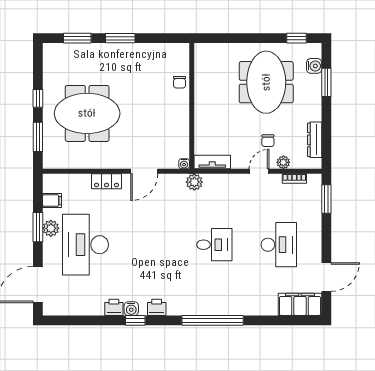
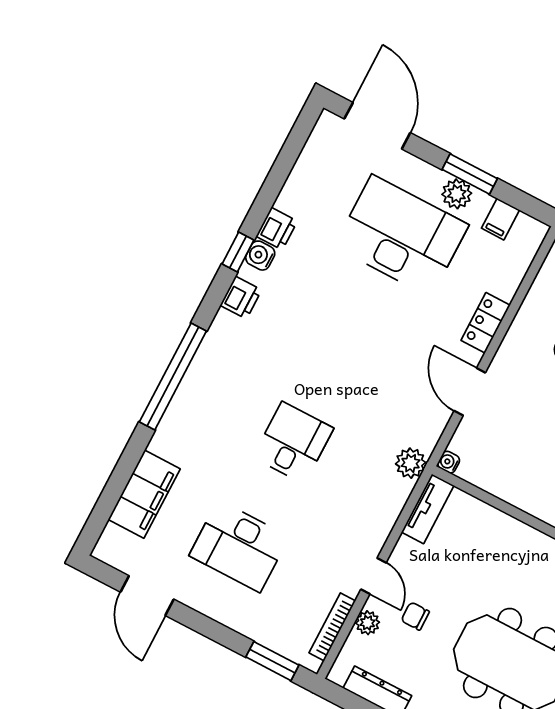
bookcase: (294, 179) -> (332, 627), width x1.56
desk: (214, 245) -> (293, 443), turned 180
filing cabinet: (300, 304) -> (144, 494), moved

